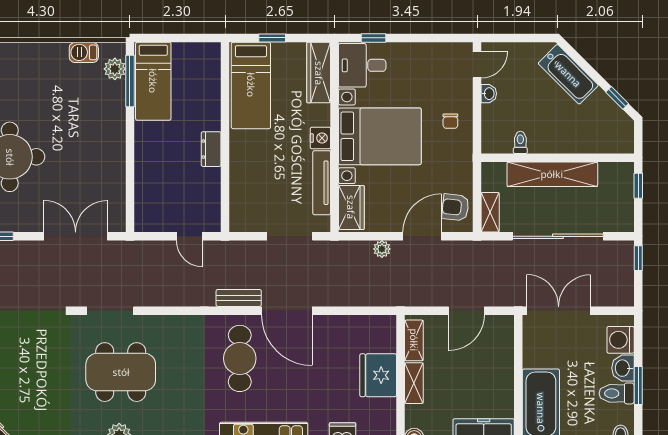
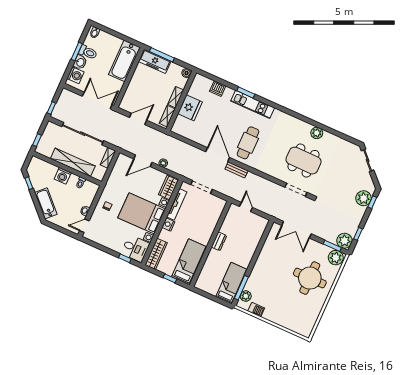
washing machine: (560, 140) -> (63, 176), added
armchair: (455, 207) -> (122, 167), removed
double door: (559, 311) -> (97, 101), swing flipped

